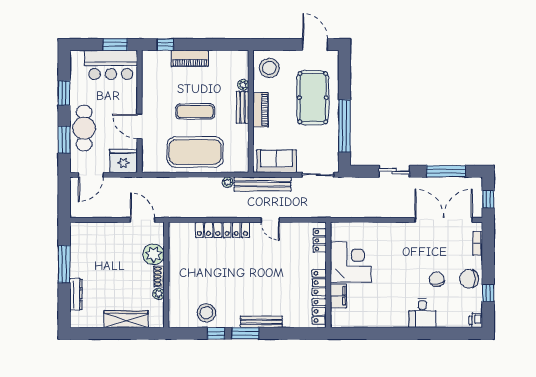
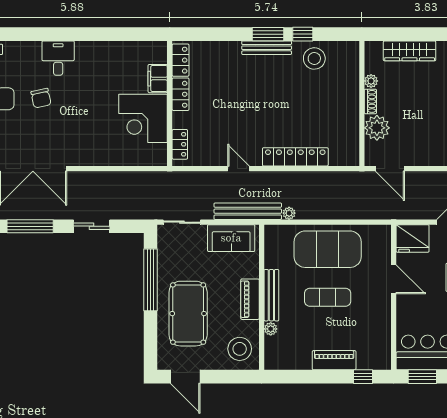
bench: (243, 107) -> (271, 295), width x1.36
bench: (261, 322) -> (267, 48), moved

